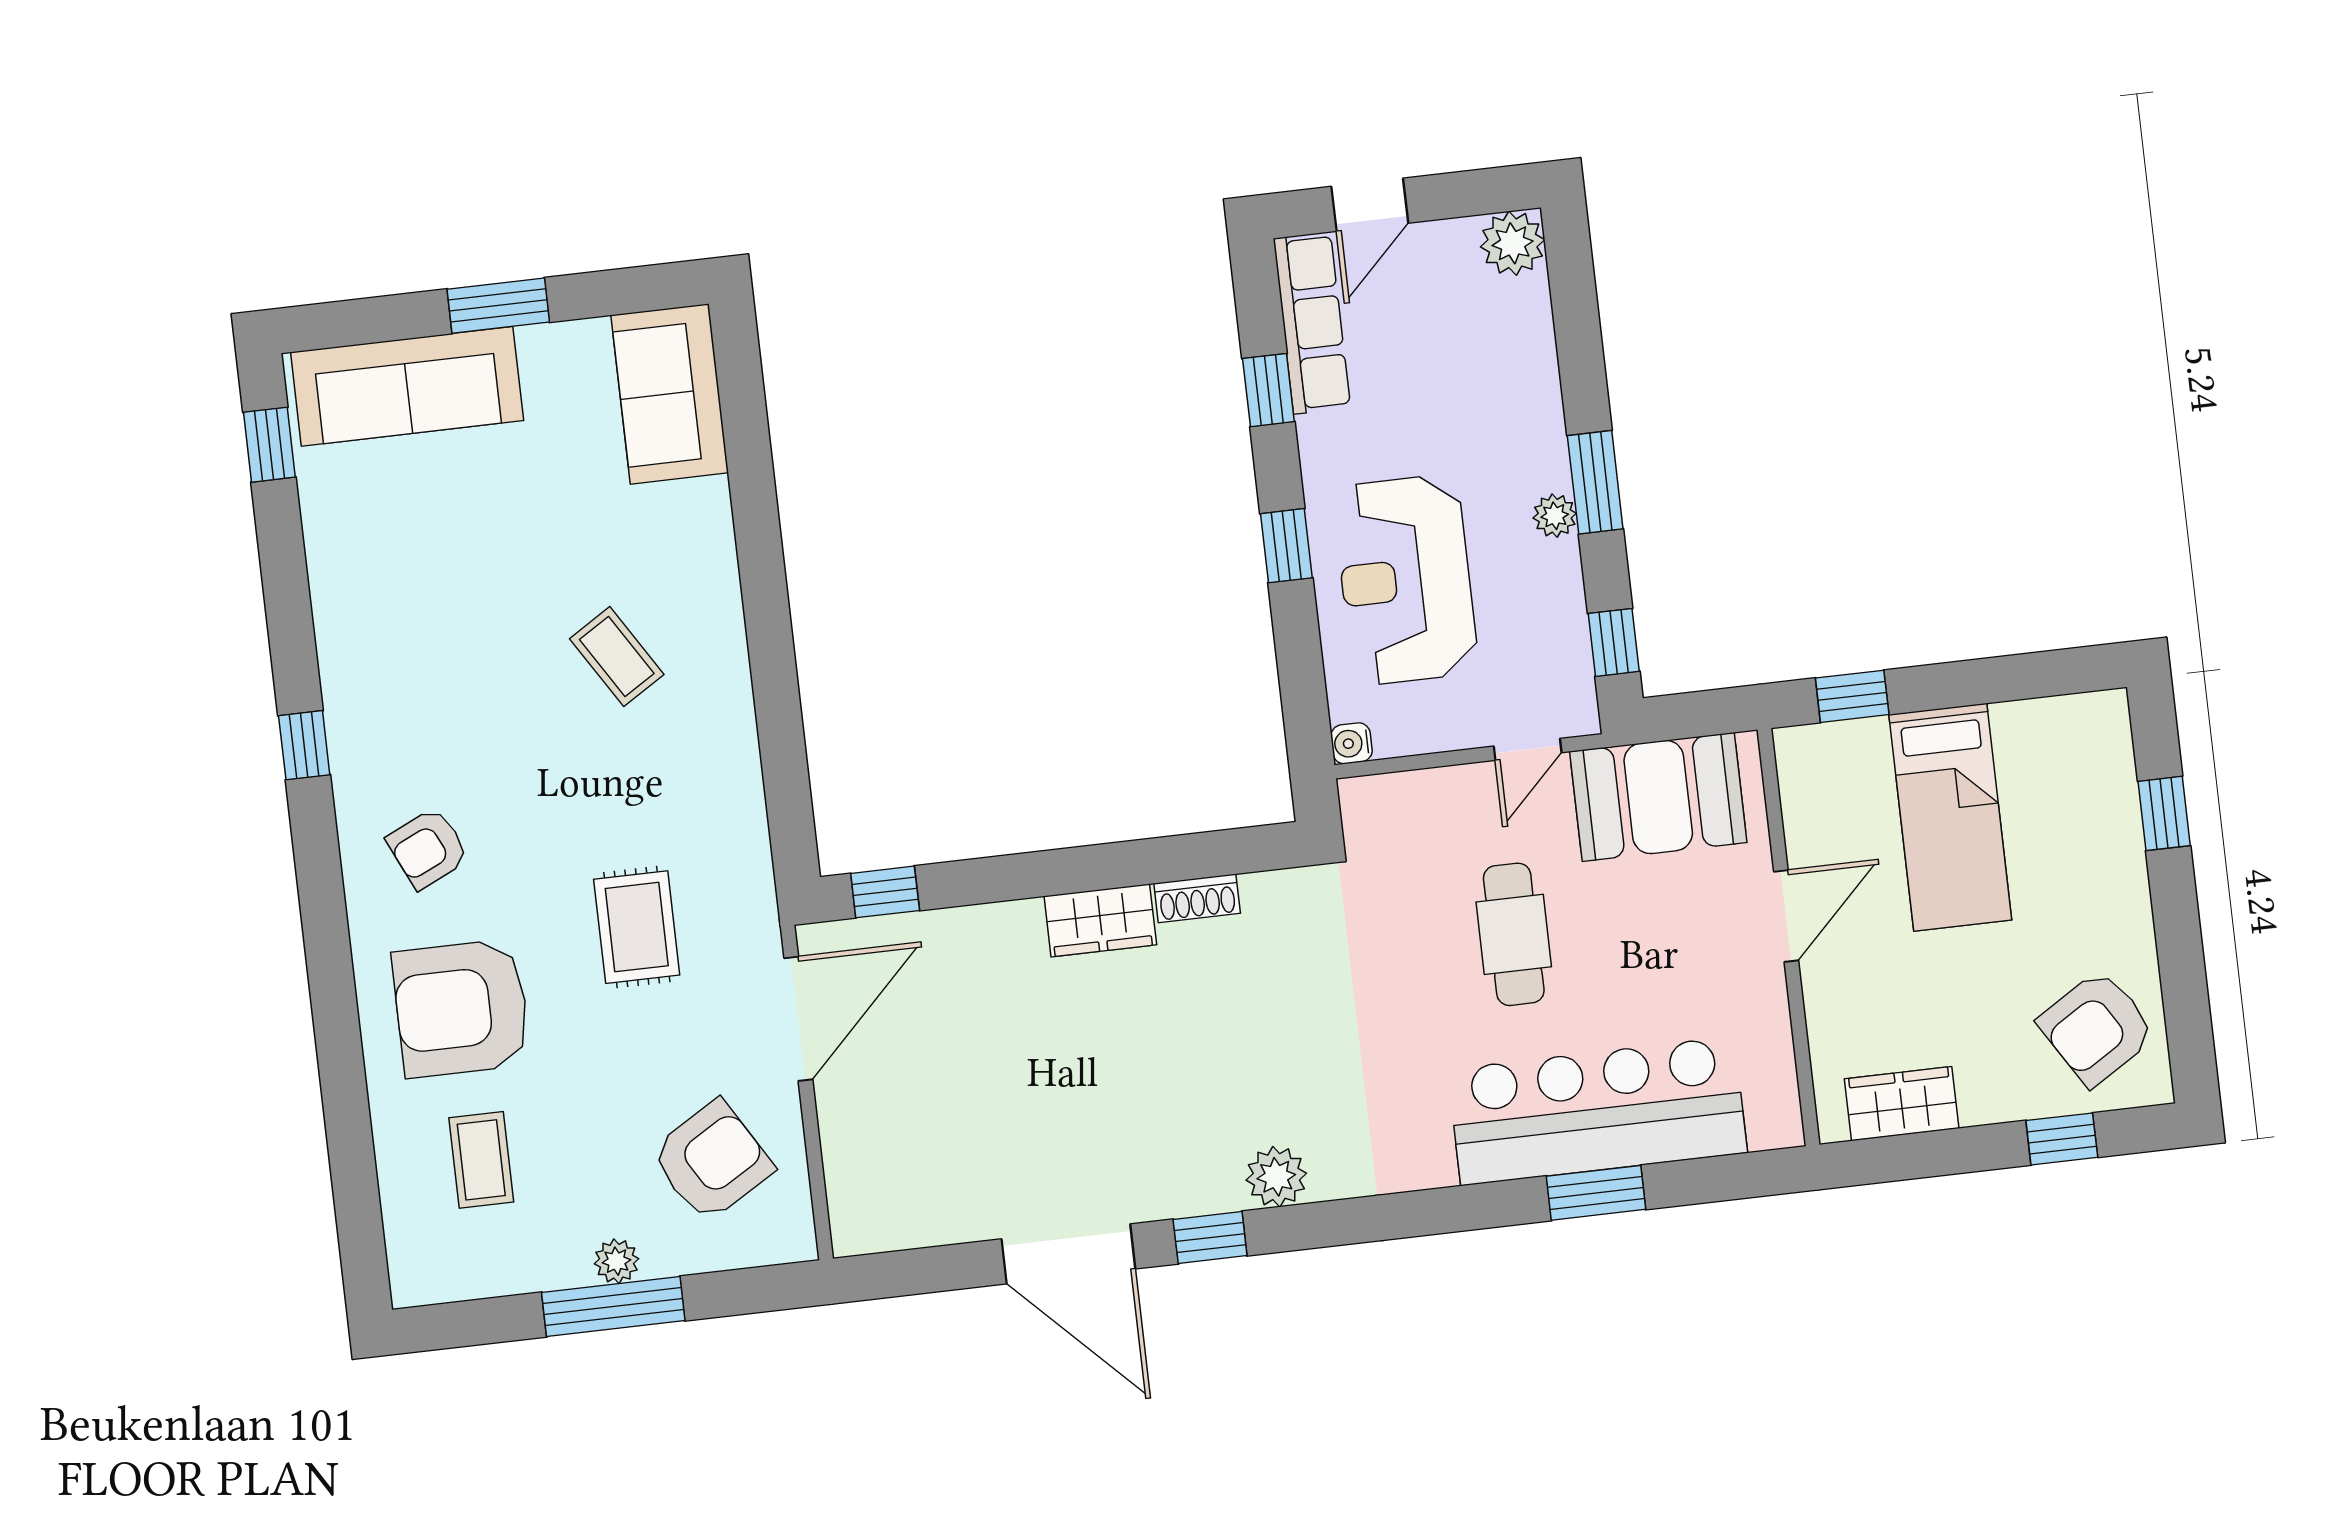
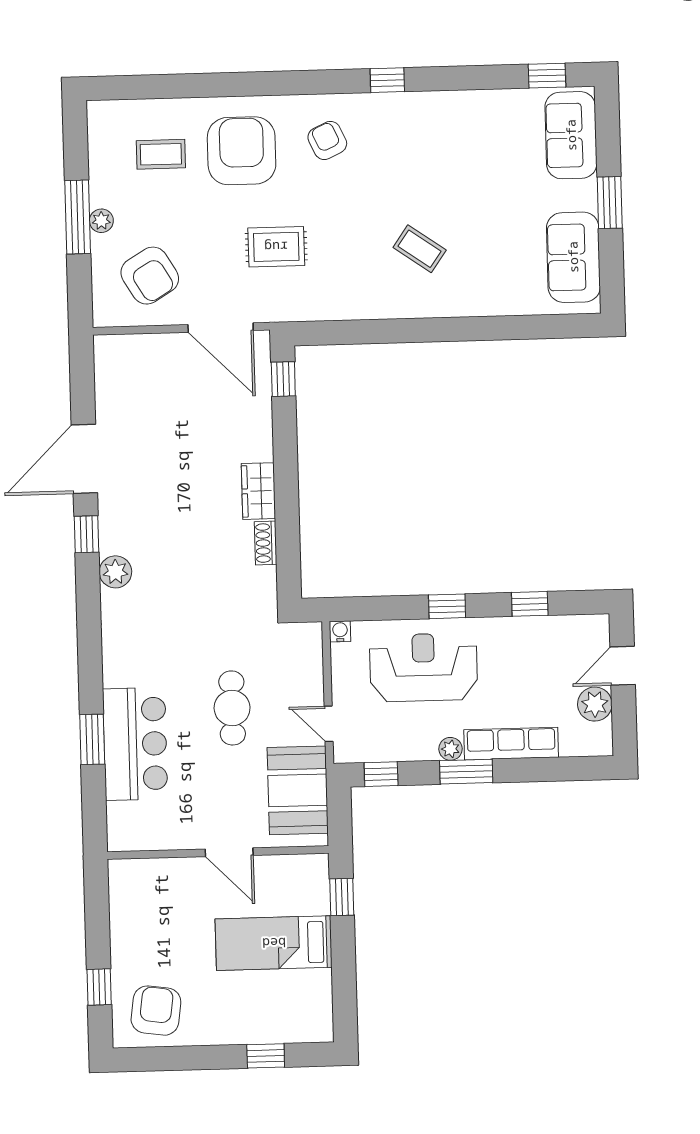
door: (1370, 205) -> (623, 666), hinge flipped
plant: (1513, 243) -> (595, 704), moved
row of seats: (1312, 323) -> (511, 744), moved, turned 180
sofa: (407, 386) -> (571, 135), width x0.73
sofa: (670, 394) -> (573, 257), moved, turned -90
coffee table: (617, 657) -> (420, 249), turned 67
cafe table: (1514, 934) -> (232, 708), turned 90
armchair: (2097, 1028) -> (156, 1011), turned 40
wardrobe: (1902, 1104) -> (125, 904), removed
bar counter: (1597, 1111) -> (135, 744), width x0.73

